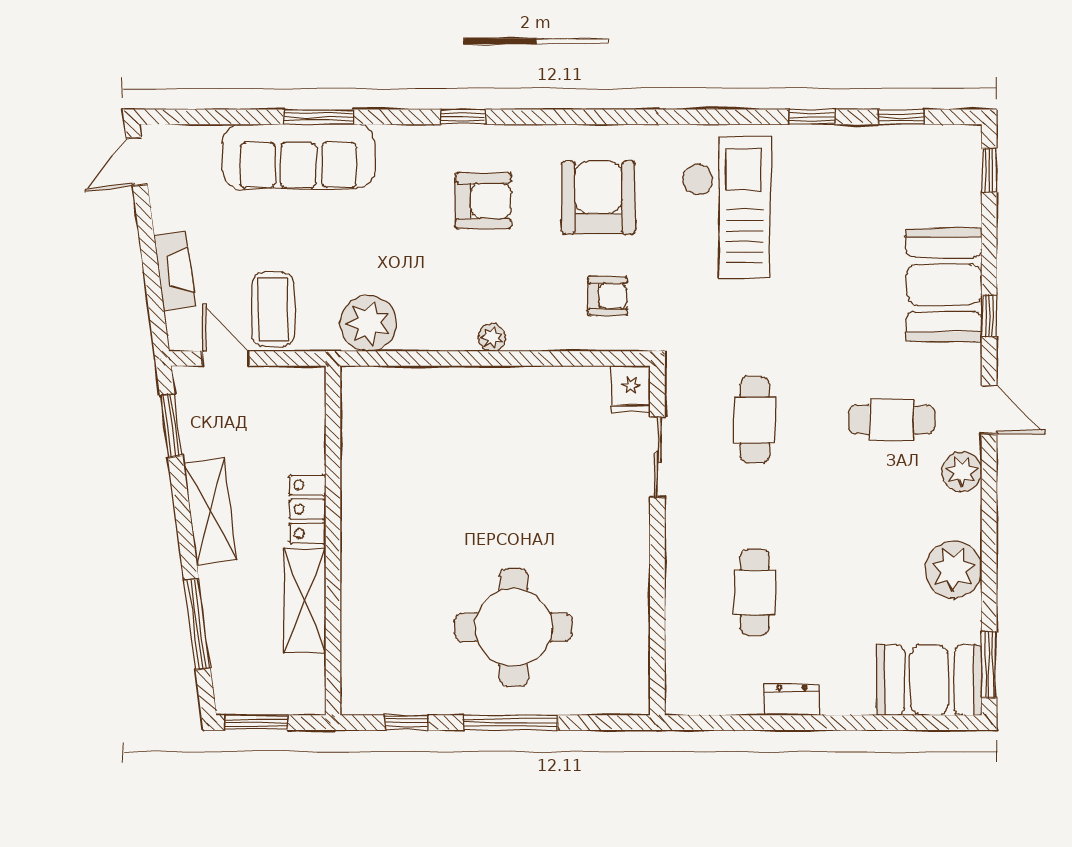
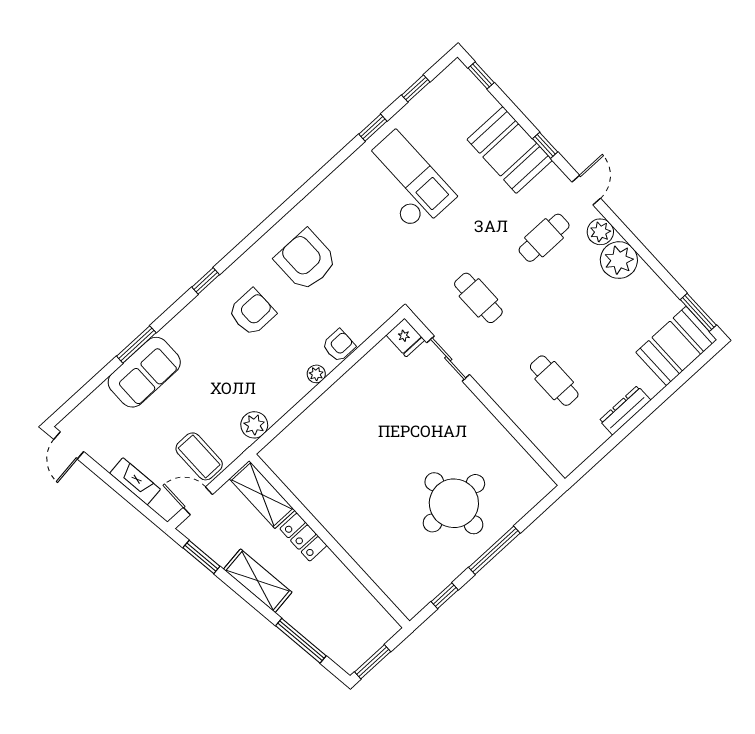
sofa: (298, 157) -> (144, 372), width x0.73
checkout: (726, 208) -> (406, 182), moved
armchair: (607, 296) -> (339, 346), moved
plant: (369, 323) -> (254, 425), width x0.73, depth x0.73
door: (989, 410) -> (586, 190), hinge flipped
plant: (953, 569) -> (619, 260), moved
shelving: (305, 600) -> (262, 495), moved
dresser: (792, 700) -> (625, 410), width x1.44

